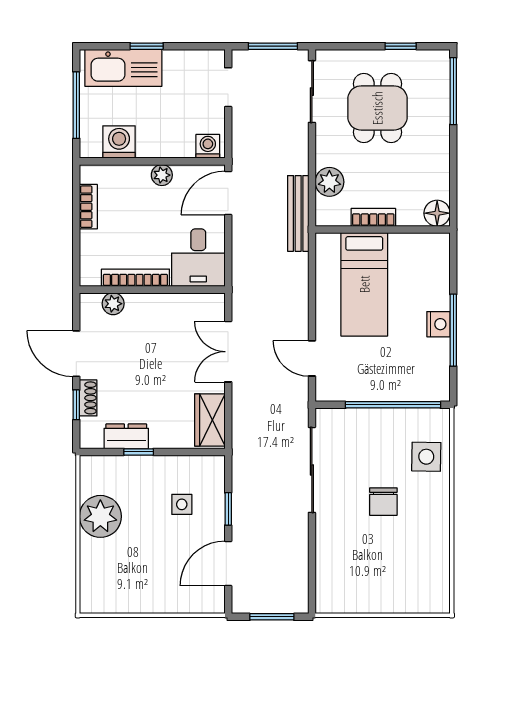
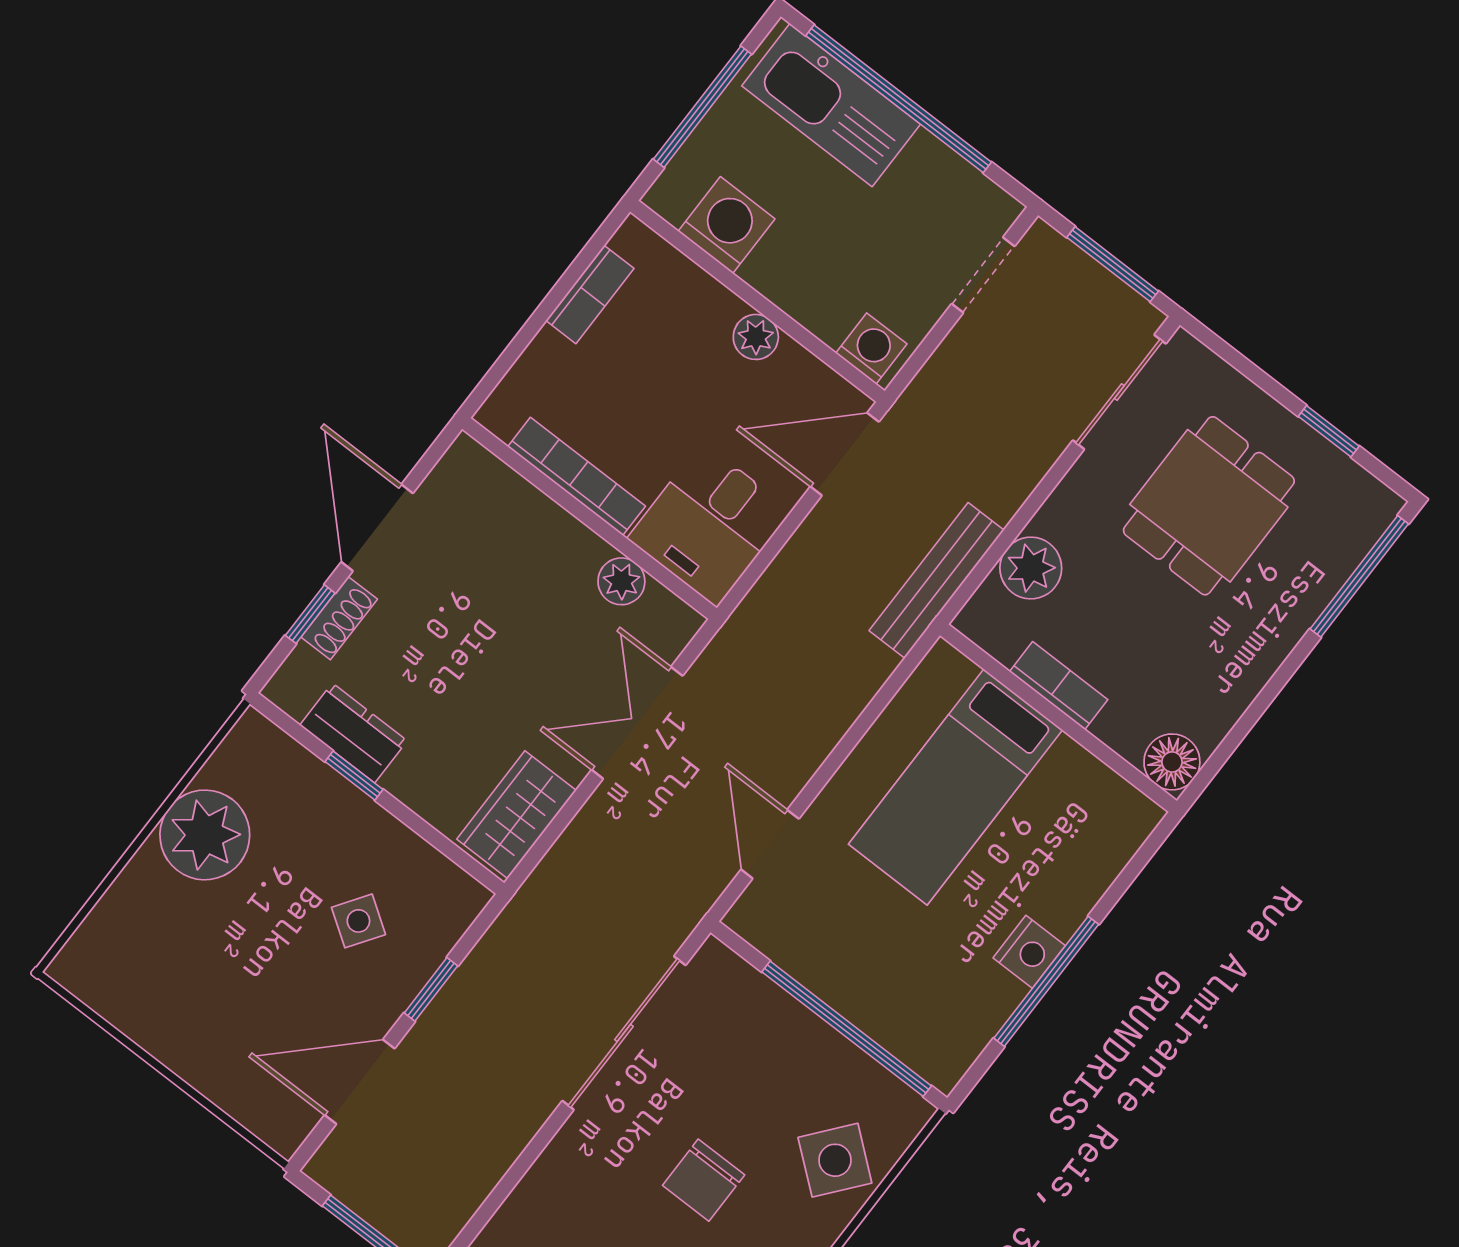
window: (147, 46) -> (899, 99), width x3.17
plant: (113, 304) -> (621, 581), moved
side table: (426, 457) -> (835, 1160), turned 38
side table: (182, 504) -> (358, 921), turned 34

